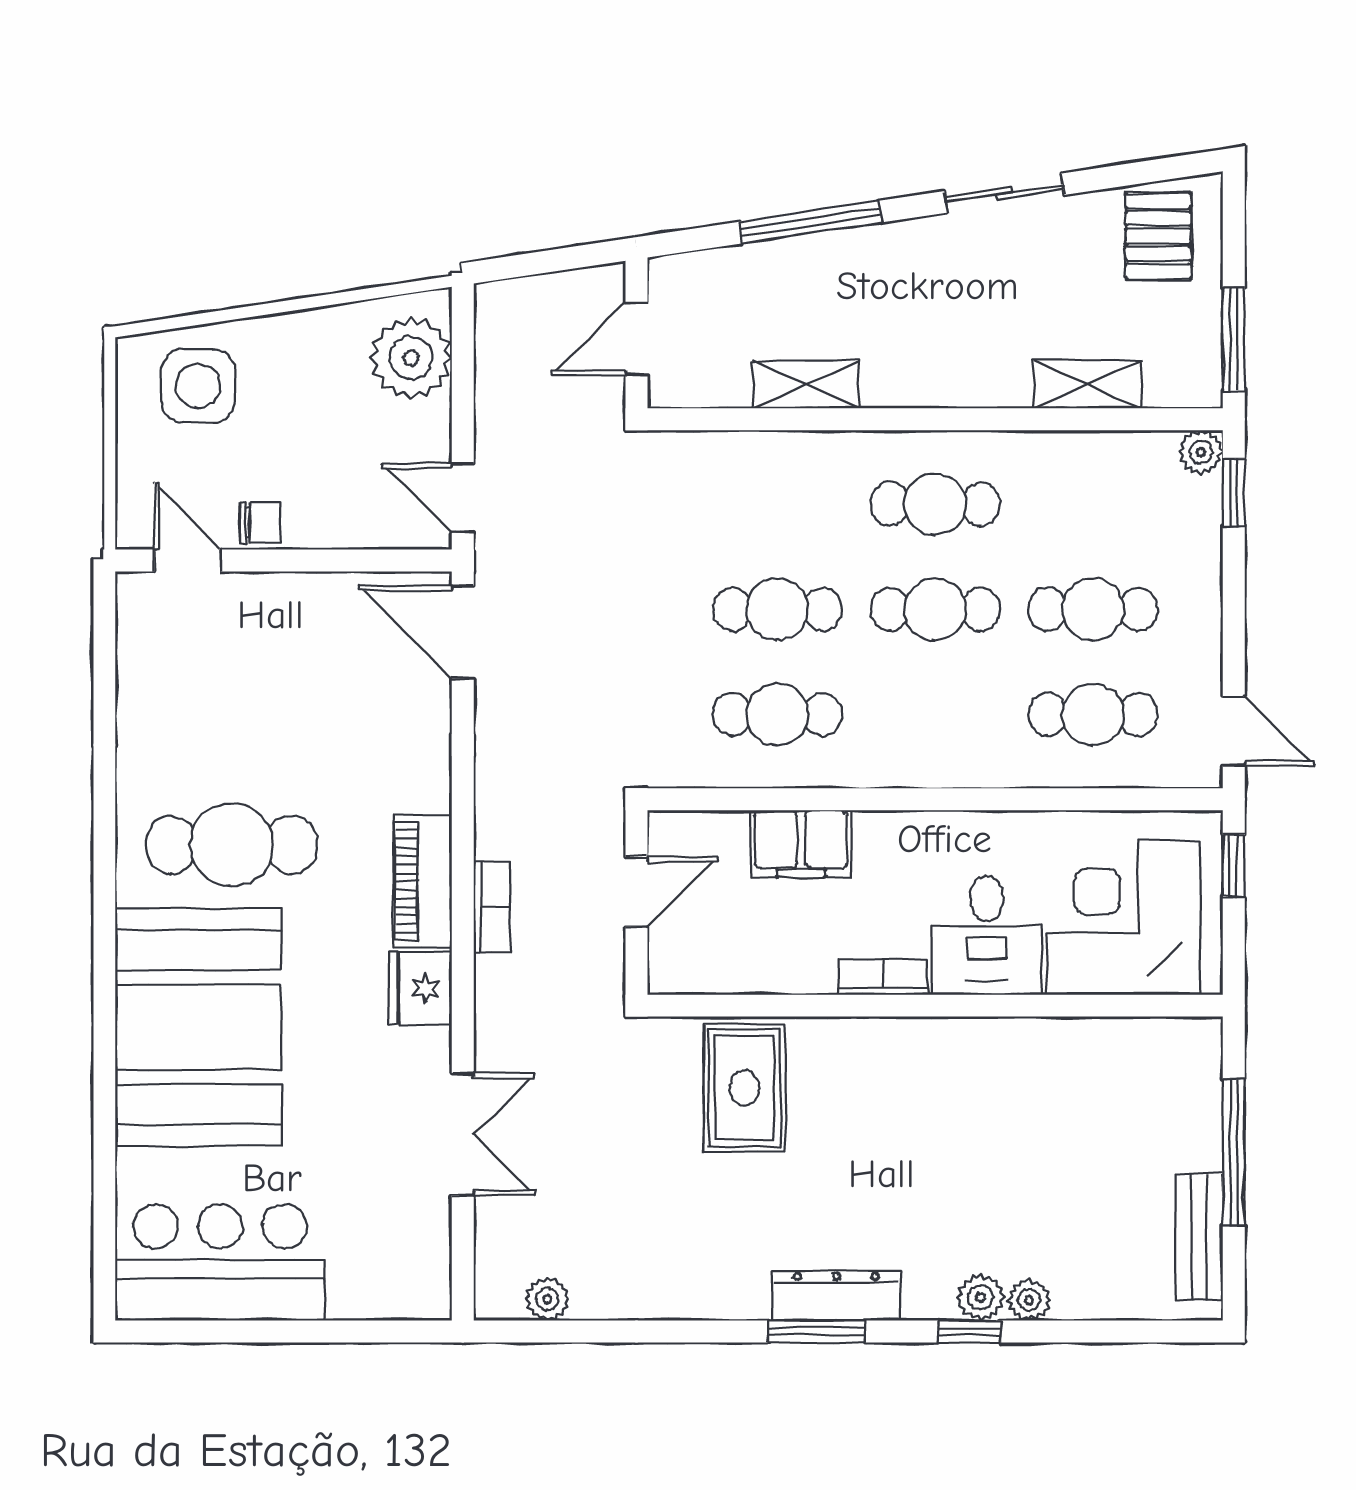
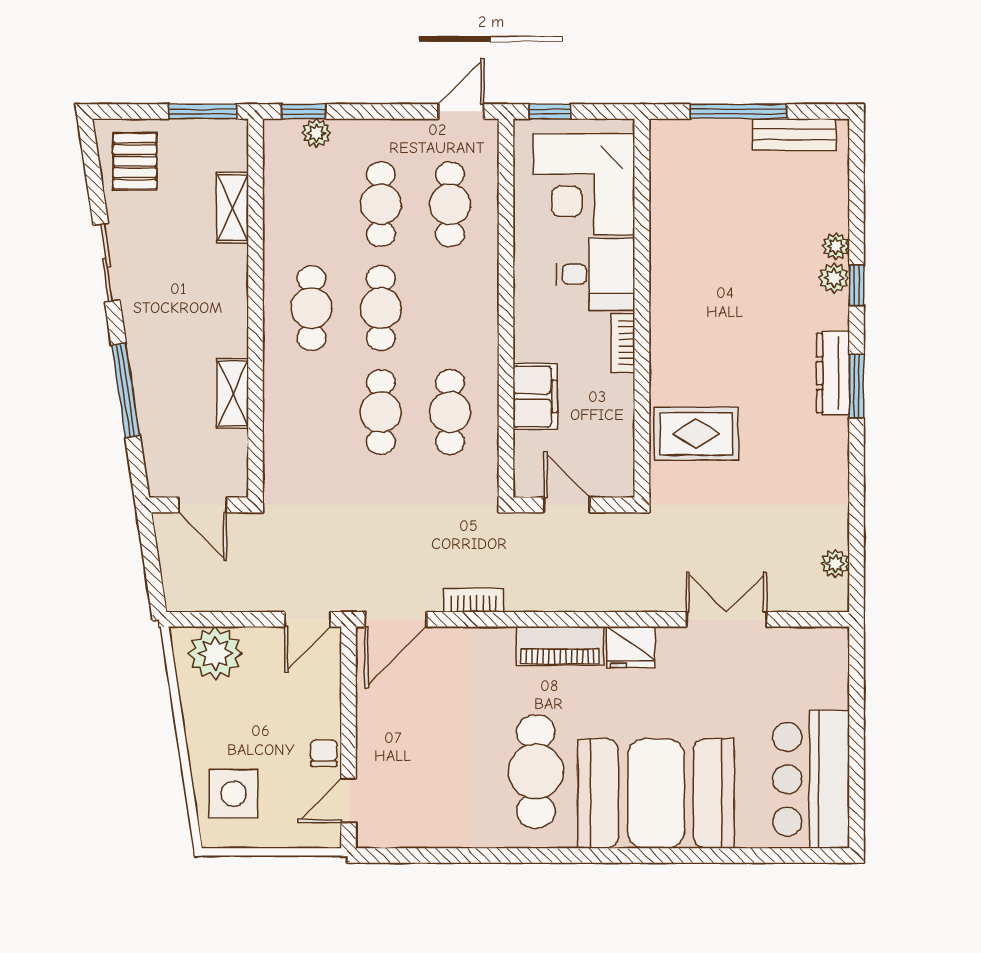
pallet: (1158, 236) -> (135, 161), turned 90
plant: (1201, 452) -> (316, 133), moved
bookcase: (492, 907) -> (474, 600), moved

